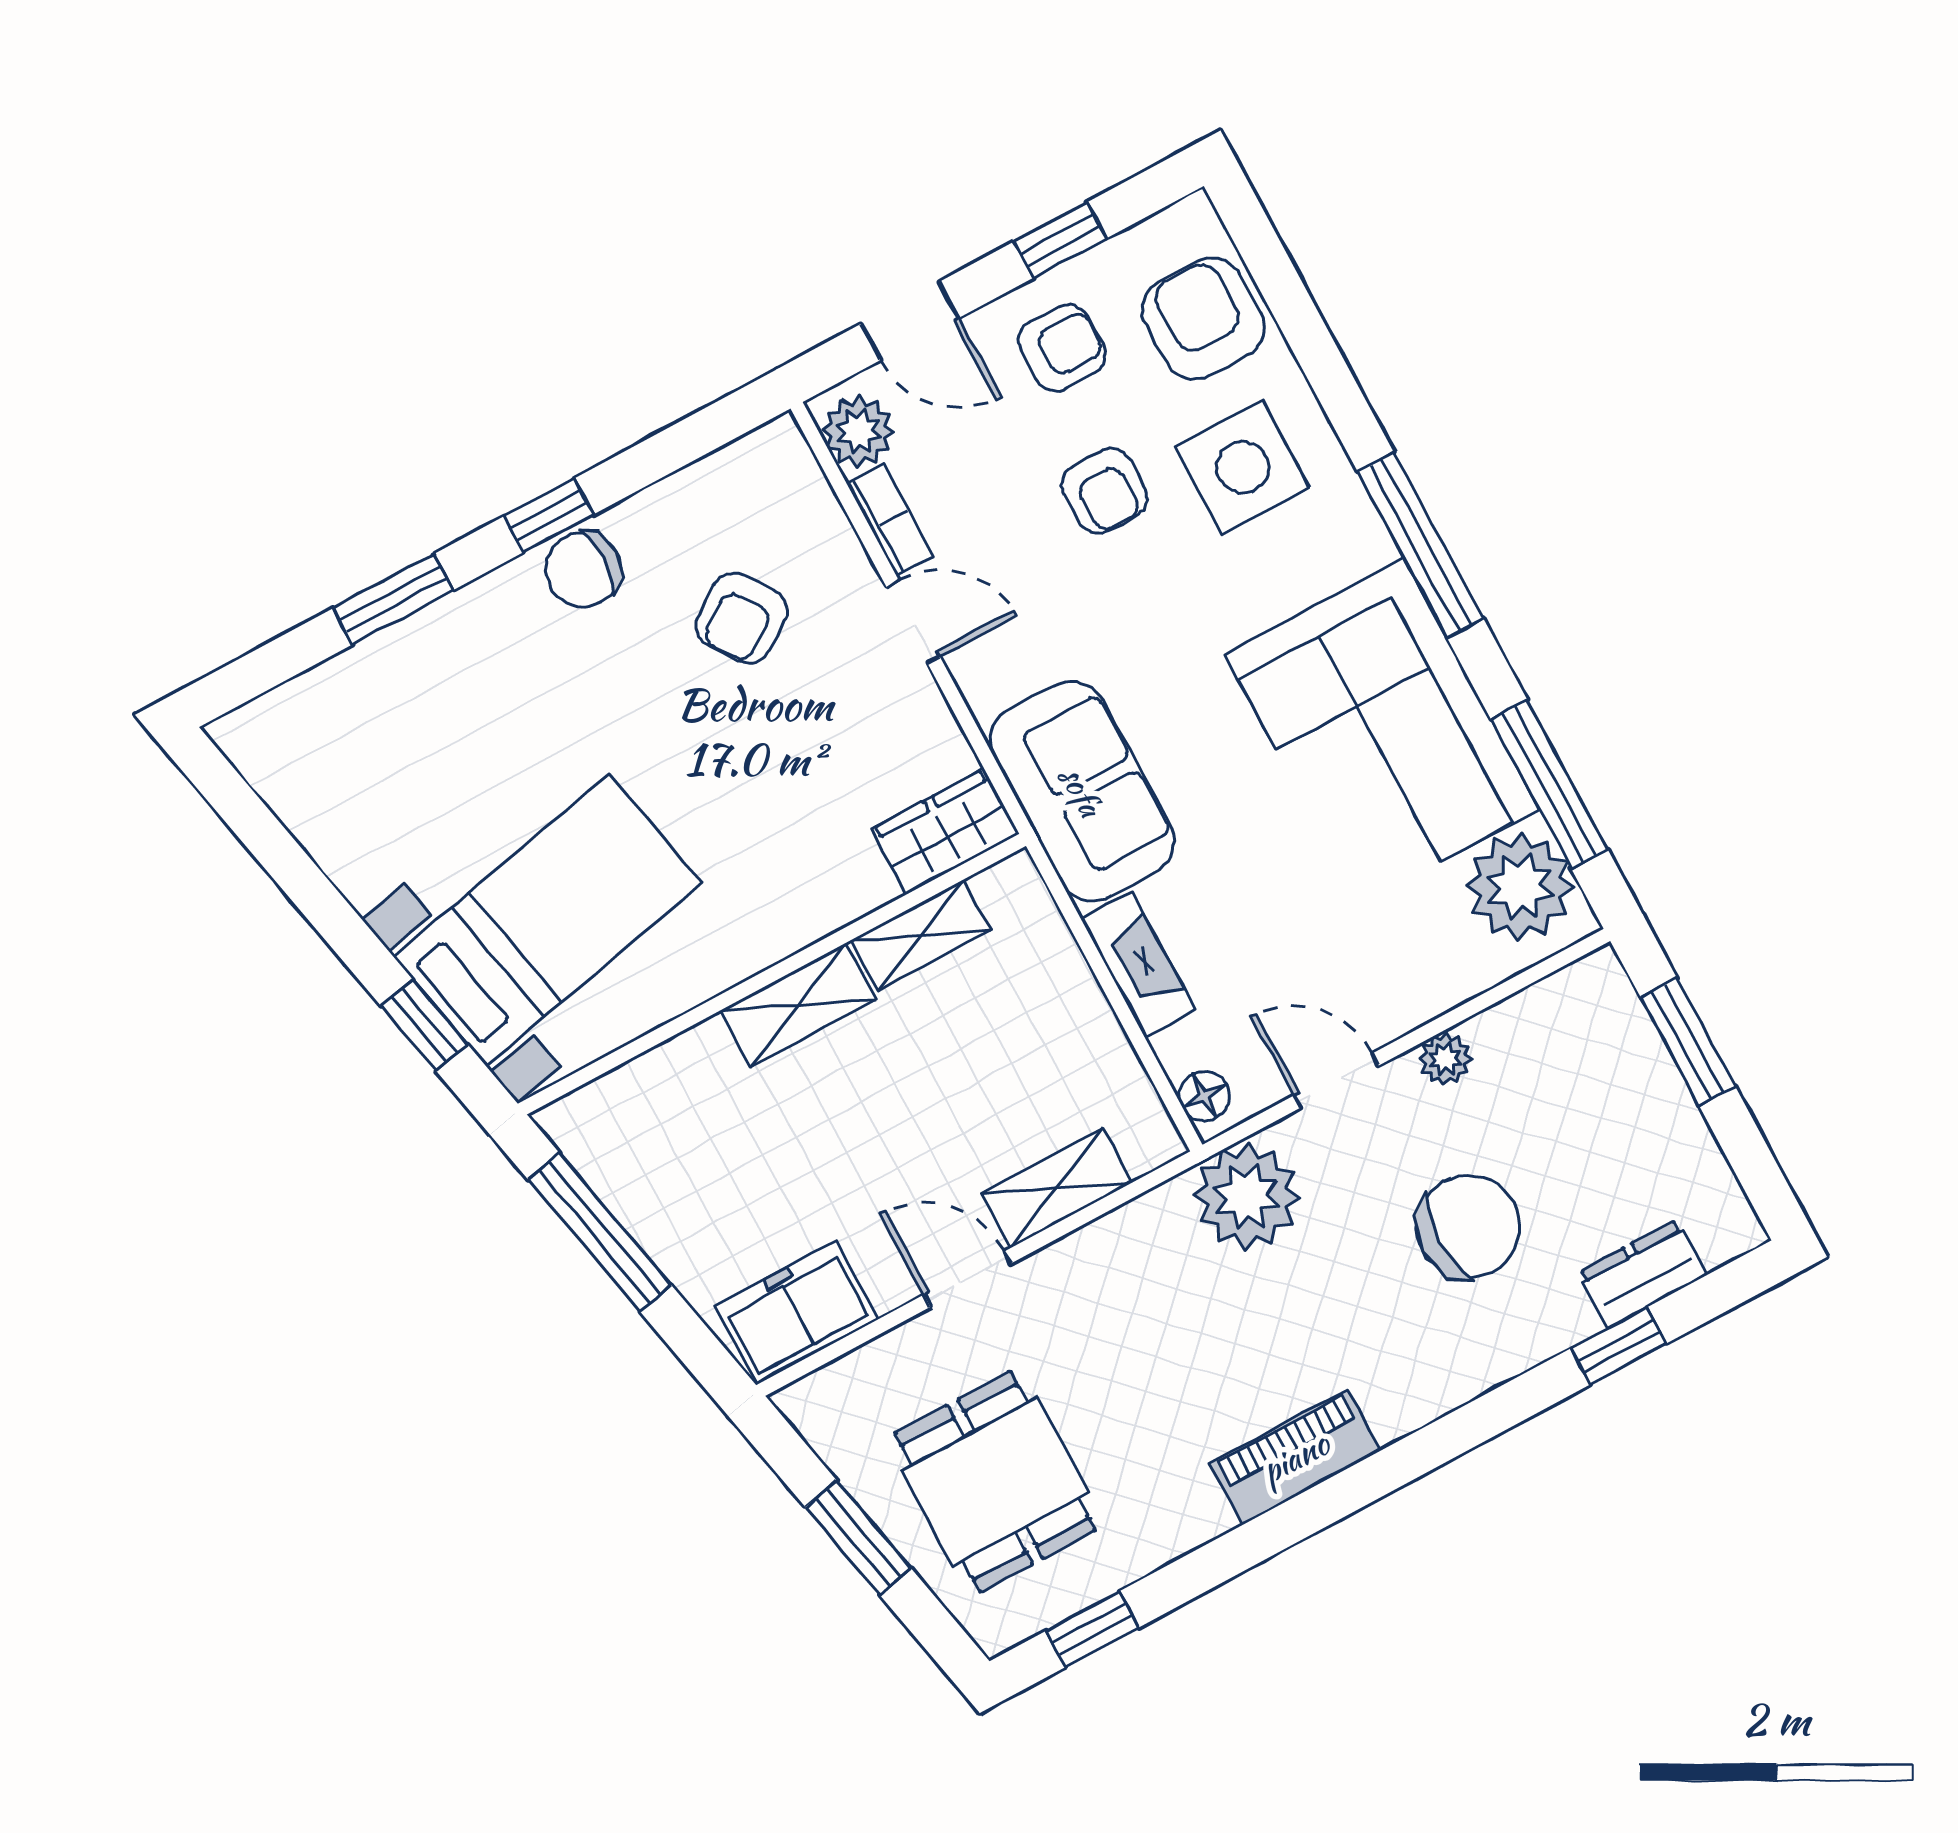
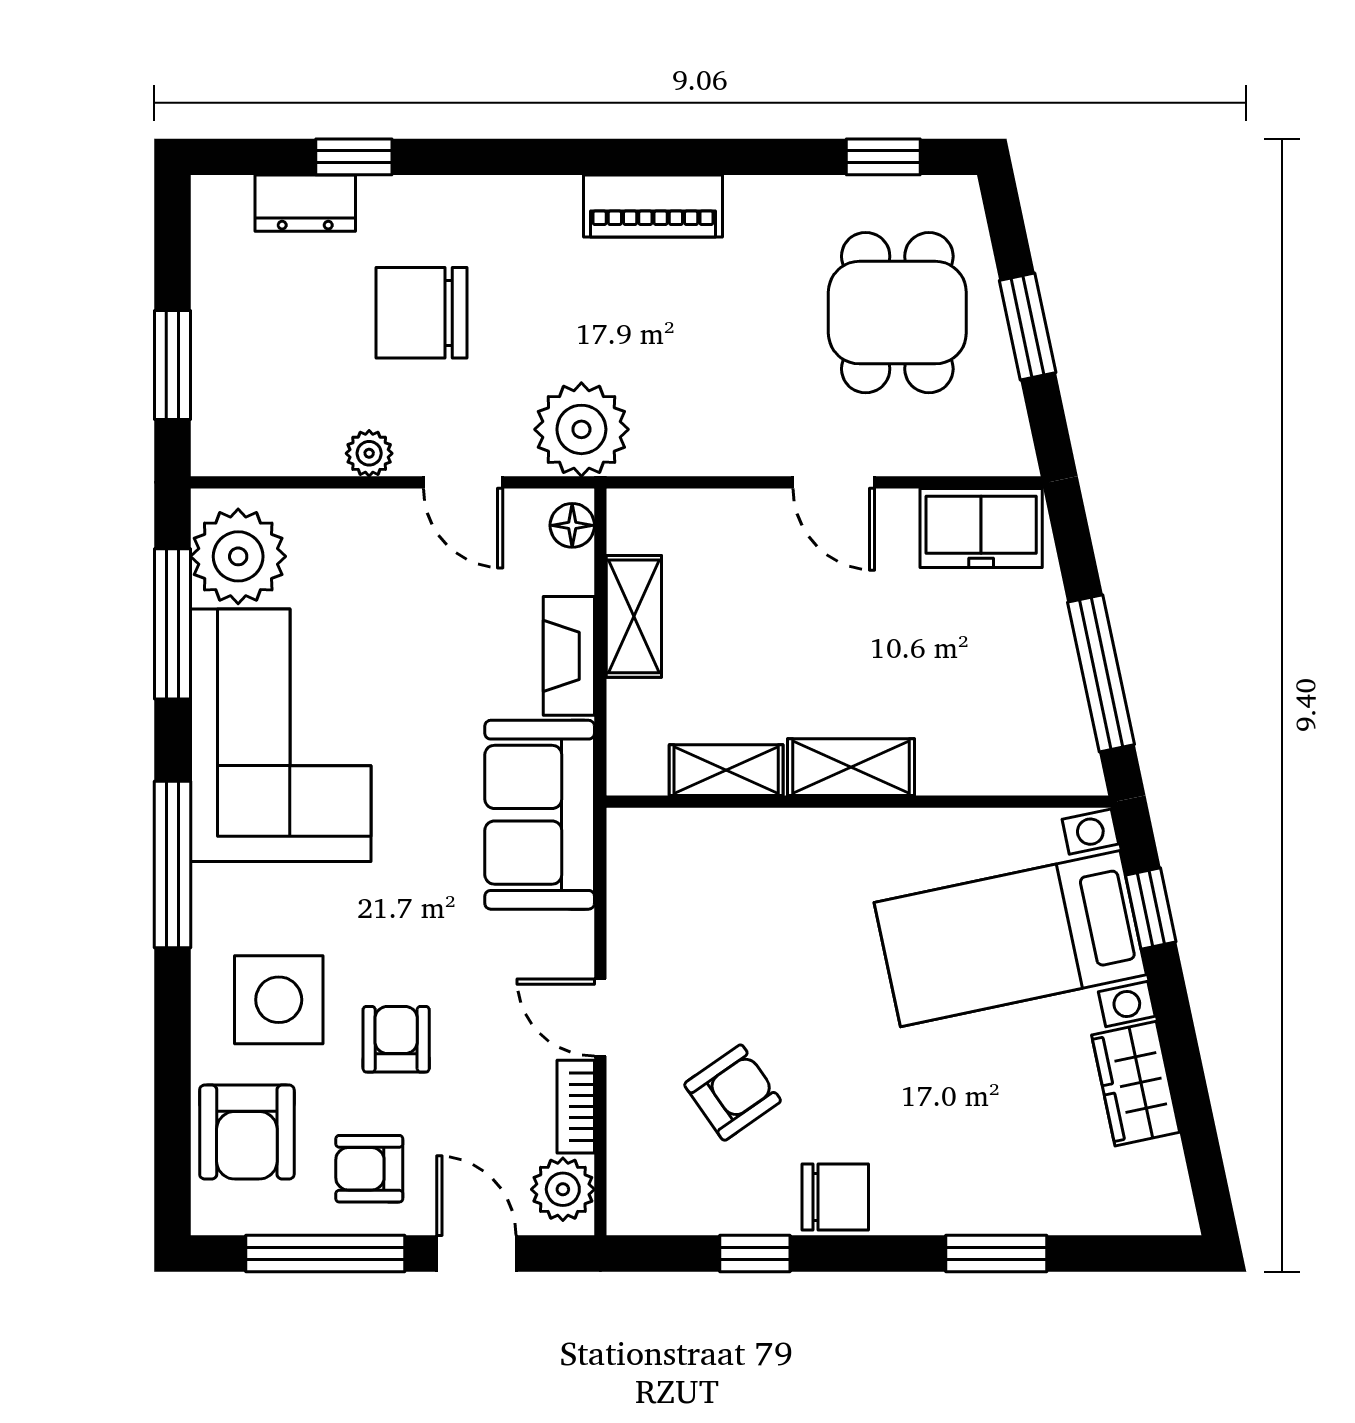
window: (1060, 240) -> (325, 1254), width x2.17
window: (549, 515) -> (755, 1254), moved
wardrobe: (945, 831) -> (1136, 1084), moved, turned 78
shelving: (1057, 1188) -> (634, 616), moved, turned 90

